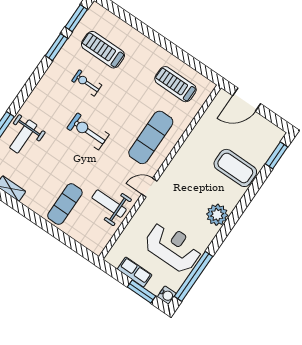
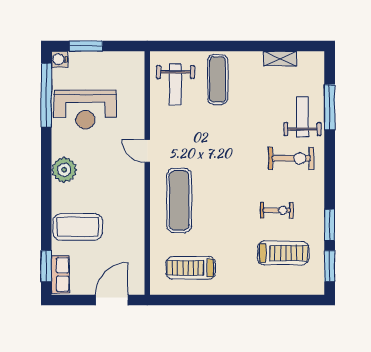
treadmill: (176, 84) -> (191, 268), turned 180
exercise bike: (88, 131) -> (291, 158), moved
door: (149, 188) -> (147, 151), swing flipped
weight bench: (109, 204) -> (175, 84), moved, turned 90
row of seats: (135, 272) -> (60, 275), moved, turned -90

